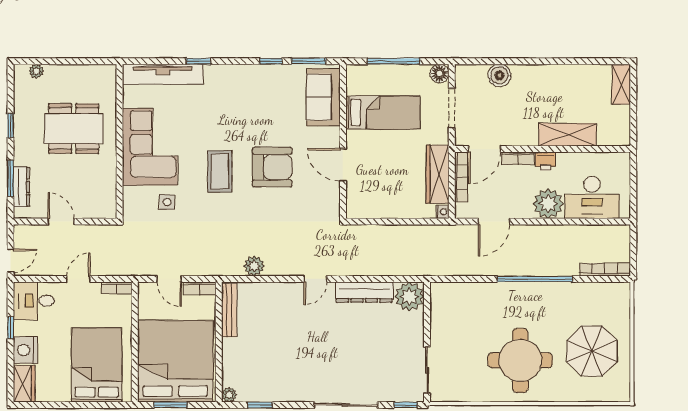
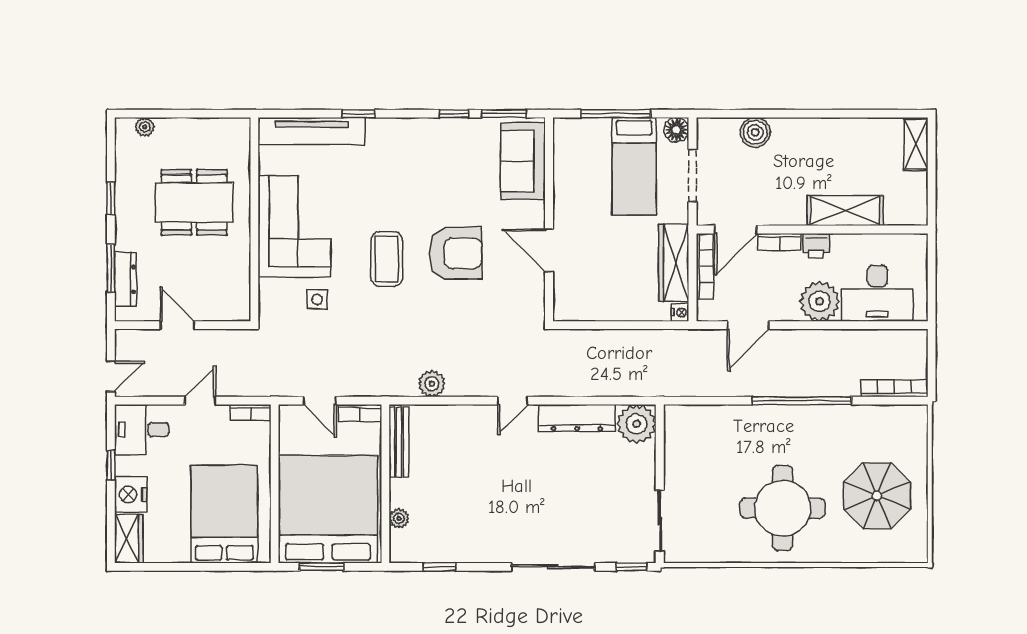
bed: (383, 112) -> (634, 166), moved, turned 90
plant: (229, 395) -> (399, 518), moved

